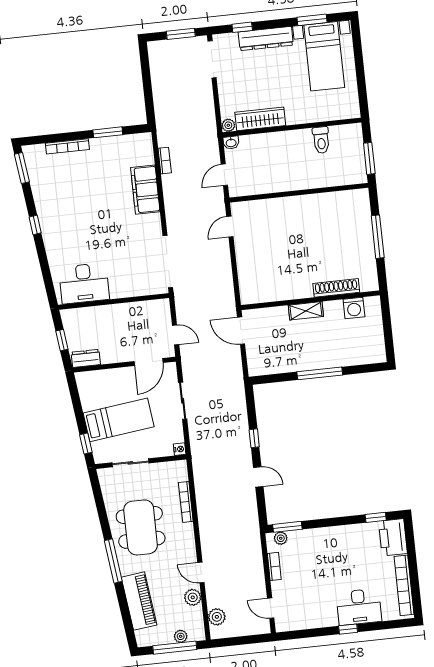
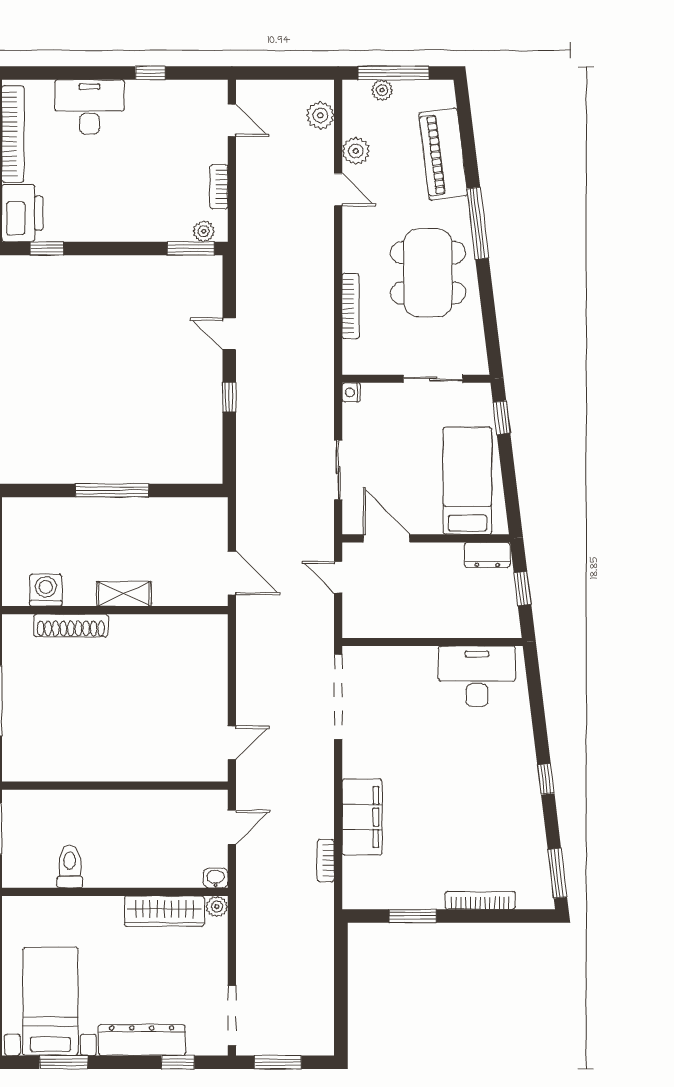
door: (149, 362) -> (386, 538), hinge flipped
bed: (119, 420) -> (467, 481), moved, turned 97
window: (348, 629) -> (150, 73), moved

